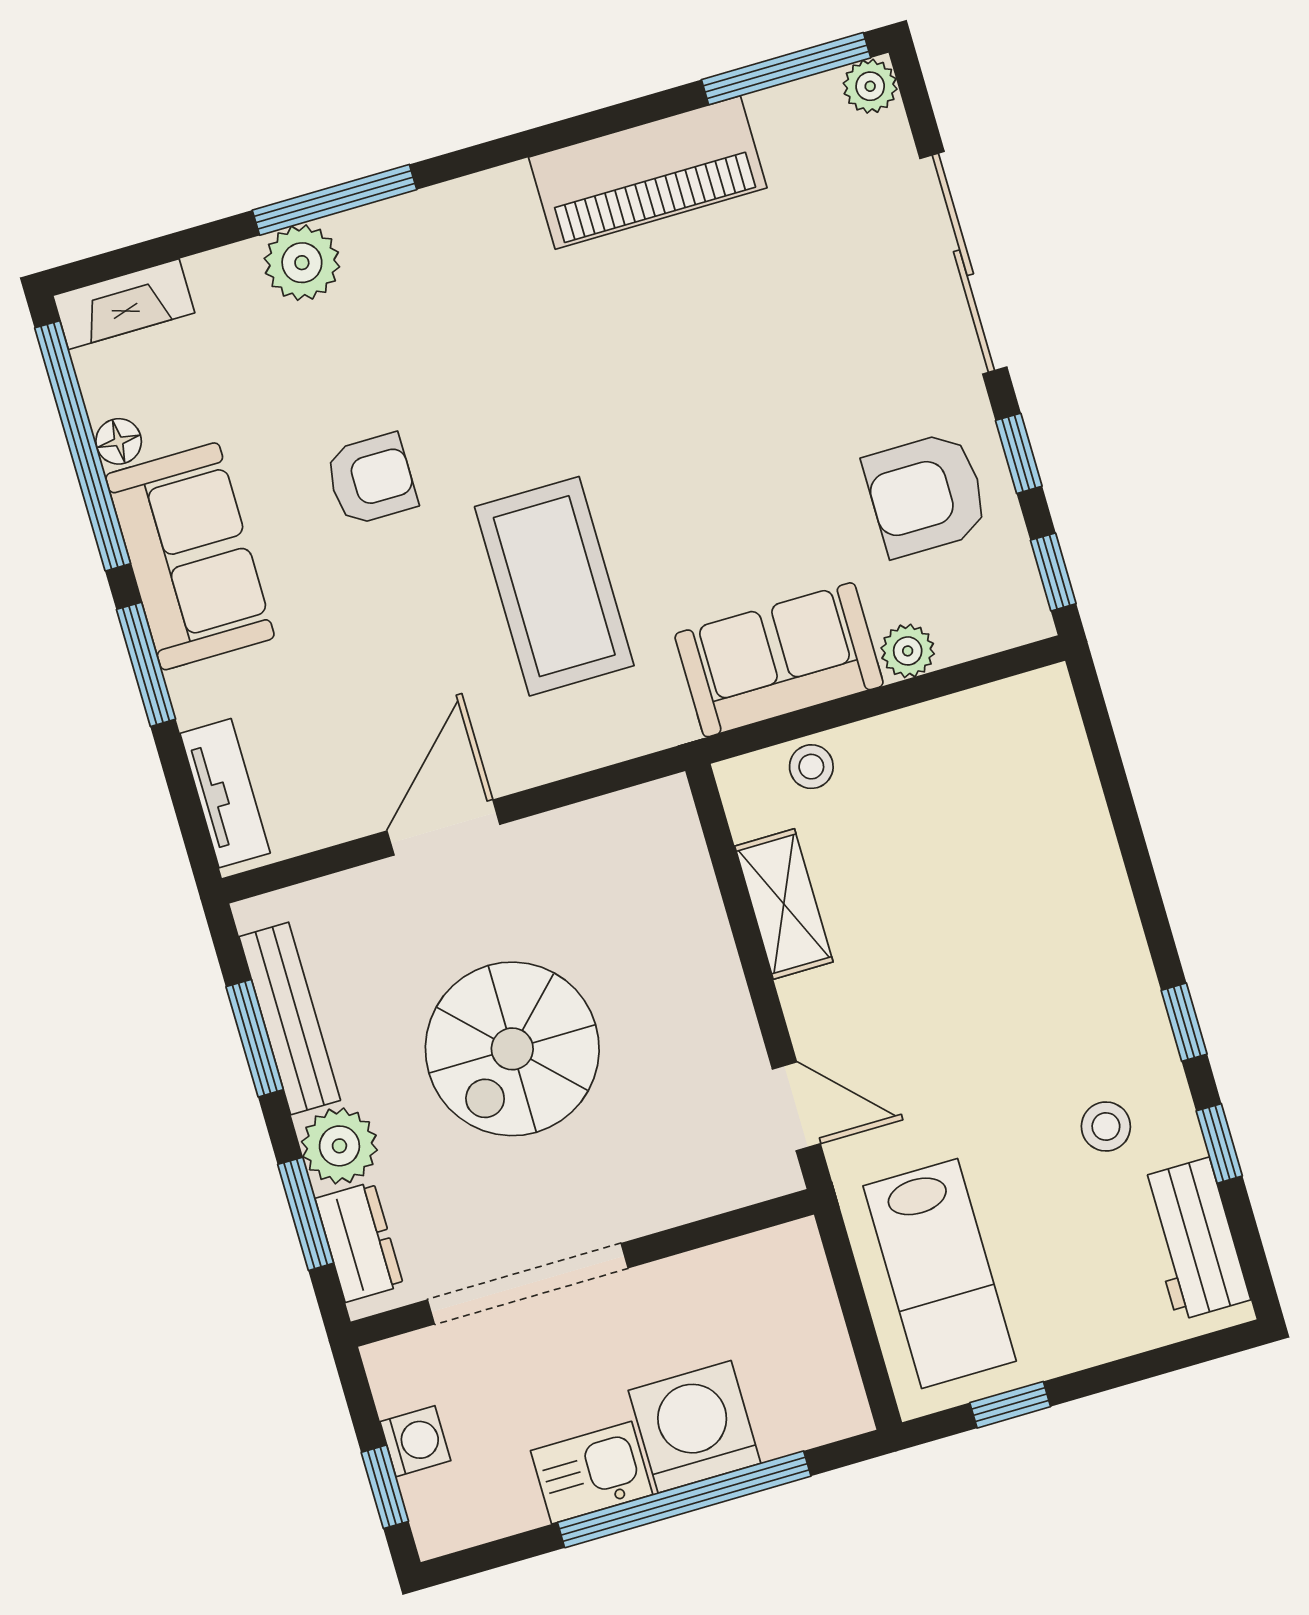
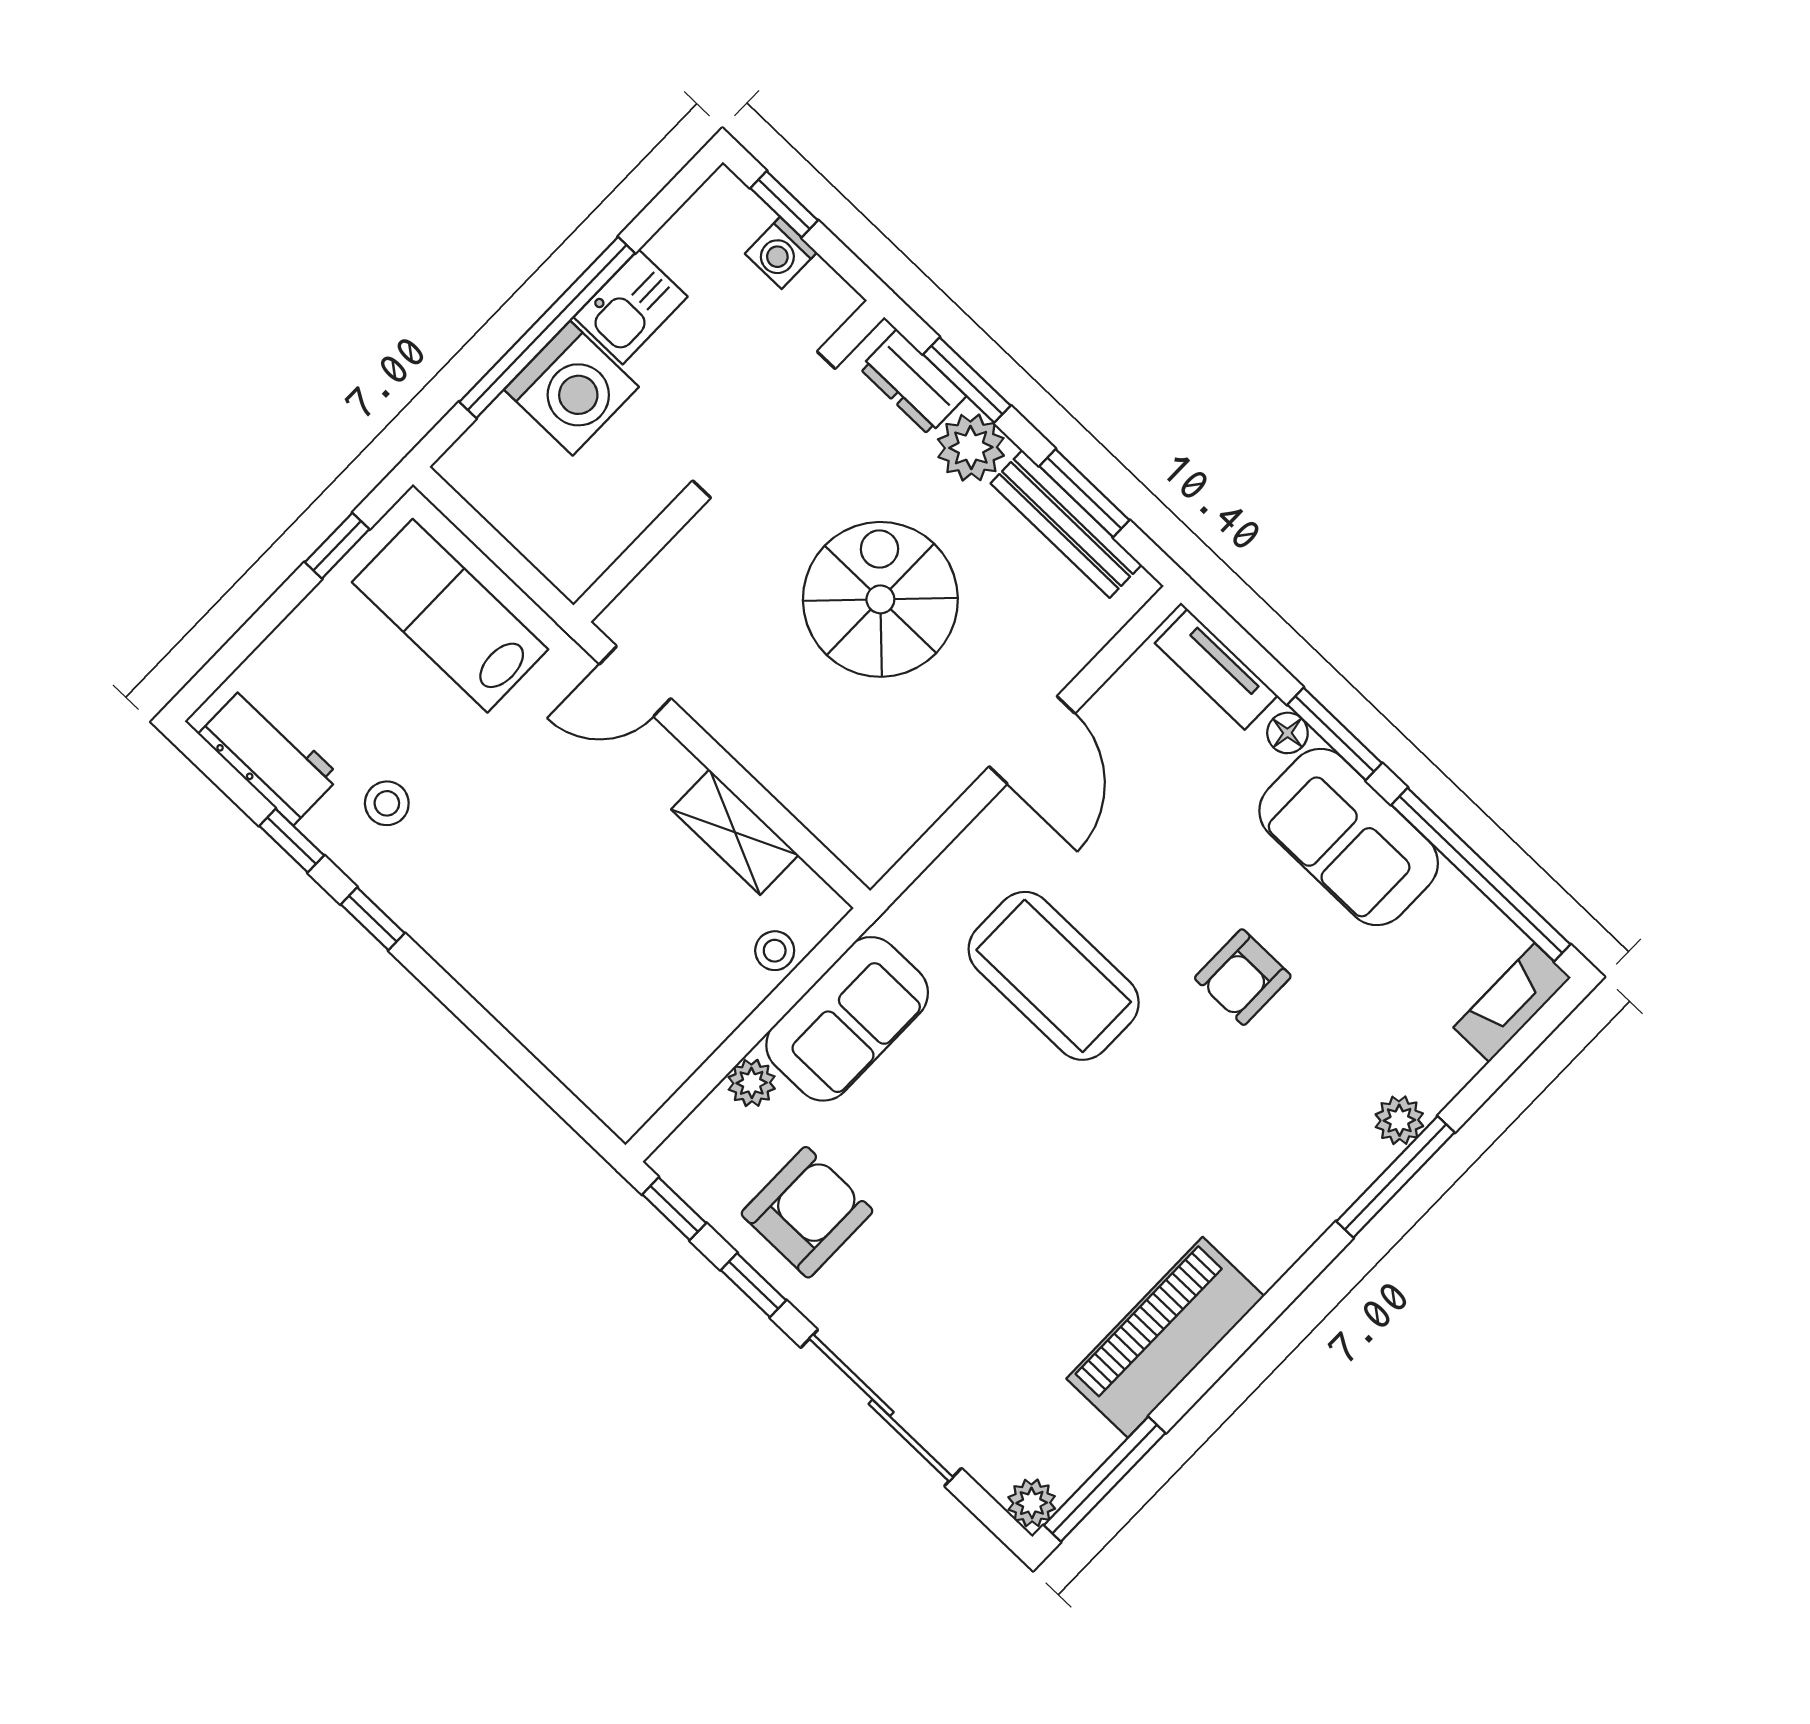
plant: (302, 263) -> (1399, 1120), width x0.73, depth x0.73
floor lamp: (119, 441) -> (1287, 733), moved

